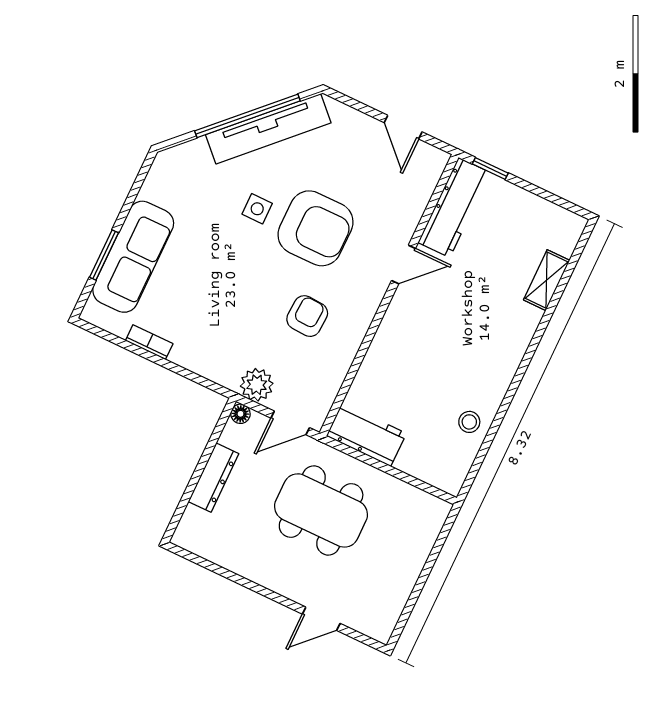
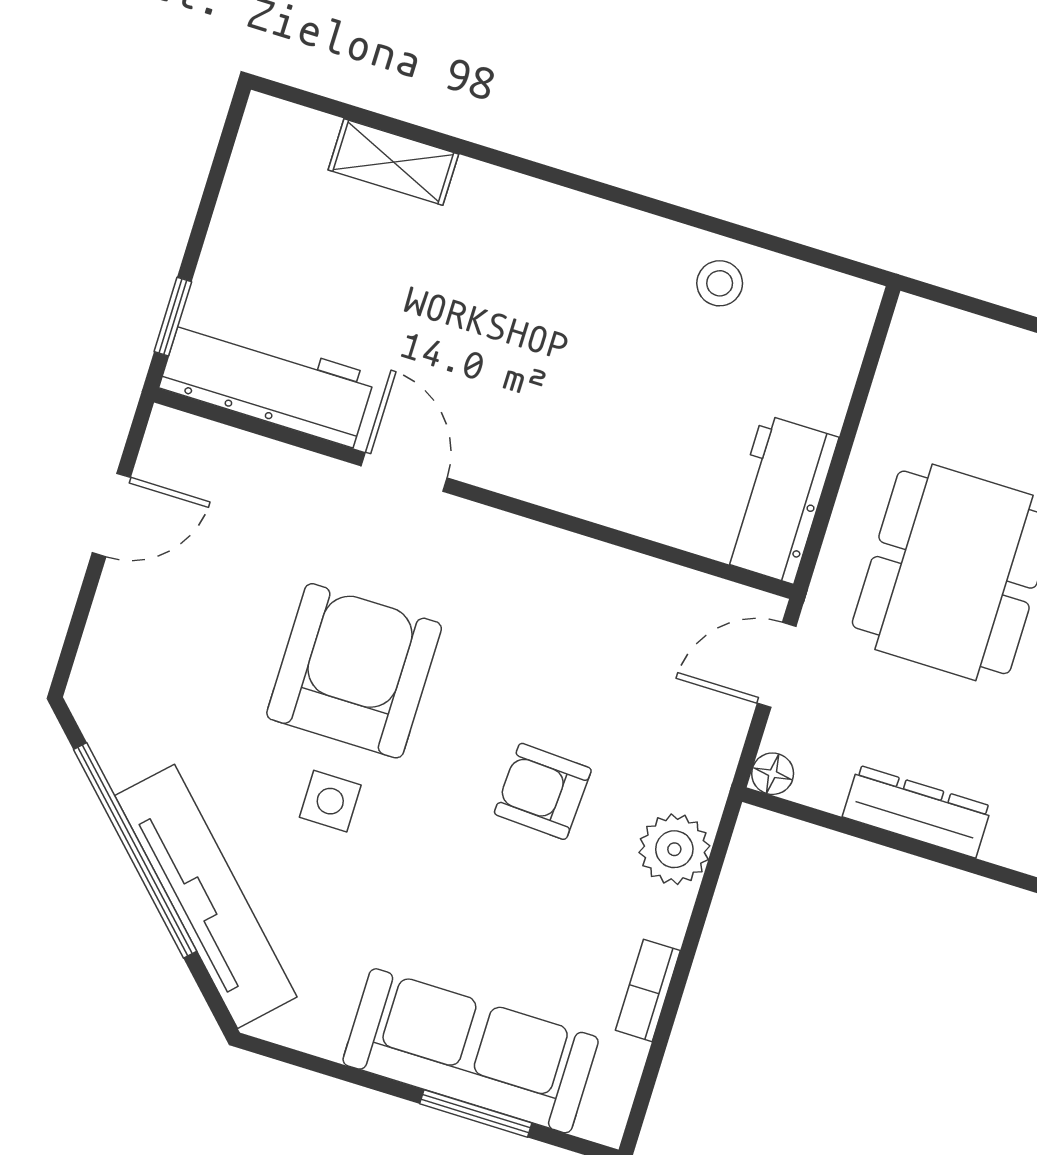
tv unit: (268, 129) -> (206, 896), moved
armchair: (307, 316) -> (543, 791), moved
plant: (257, 385) -> (674, 849), moved
door: (290, 423) -> (777, 665), swing flipped

